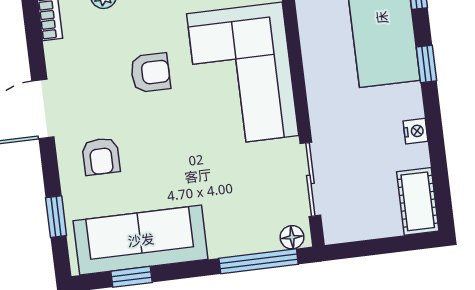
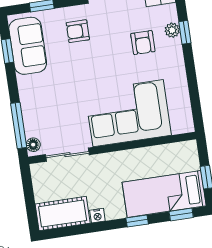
armchair: (150, 73) -> (143, 43), moved
cot: (418, 201) -> (63, 214), width x1.37, depth x1.34
sofa: (141, 240) -> (28, 46), width x0.73

